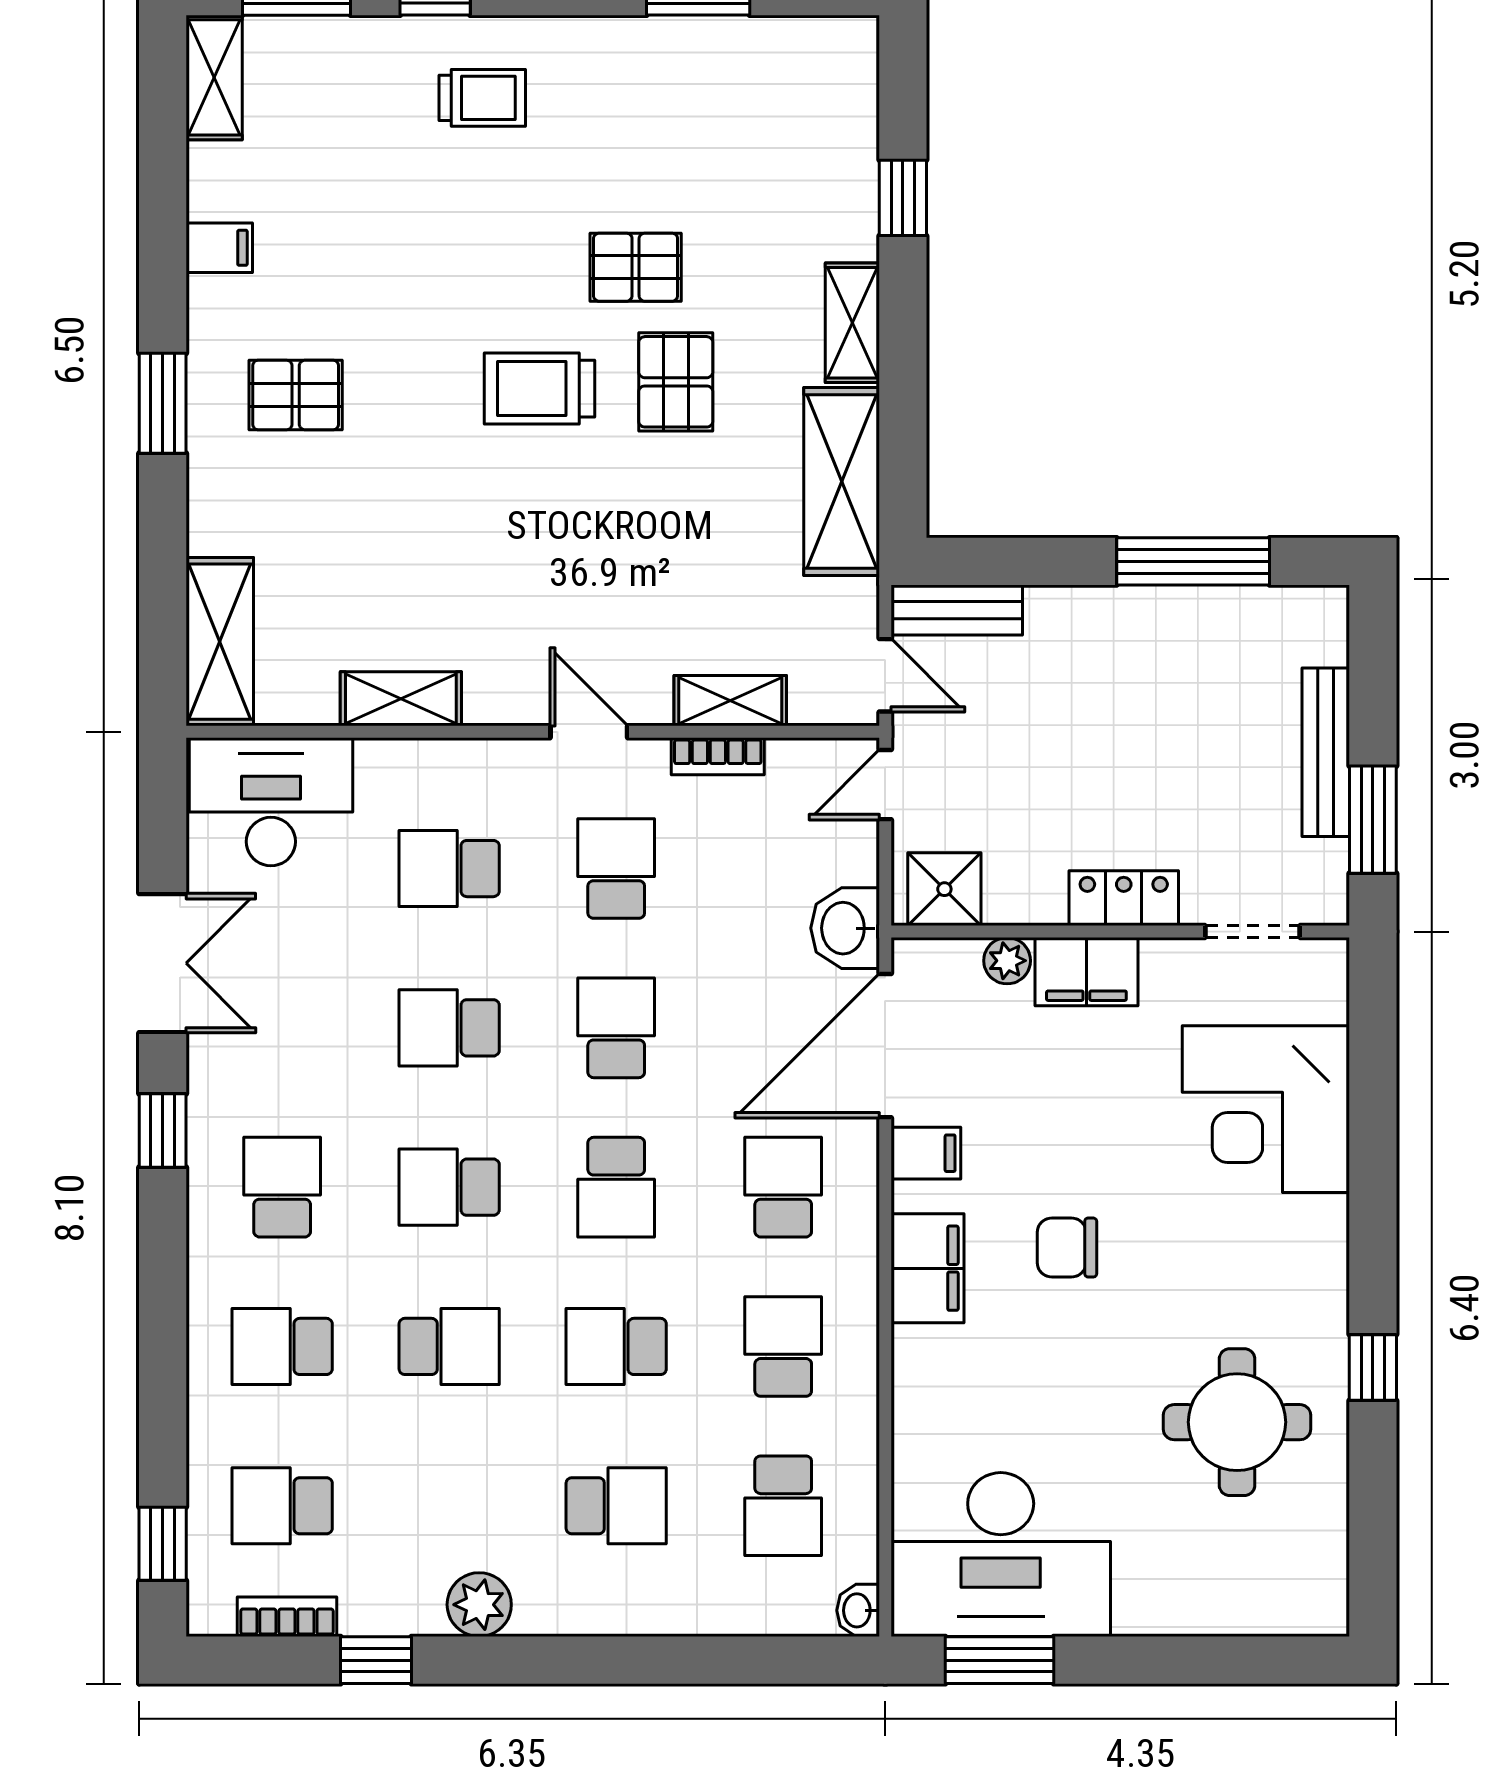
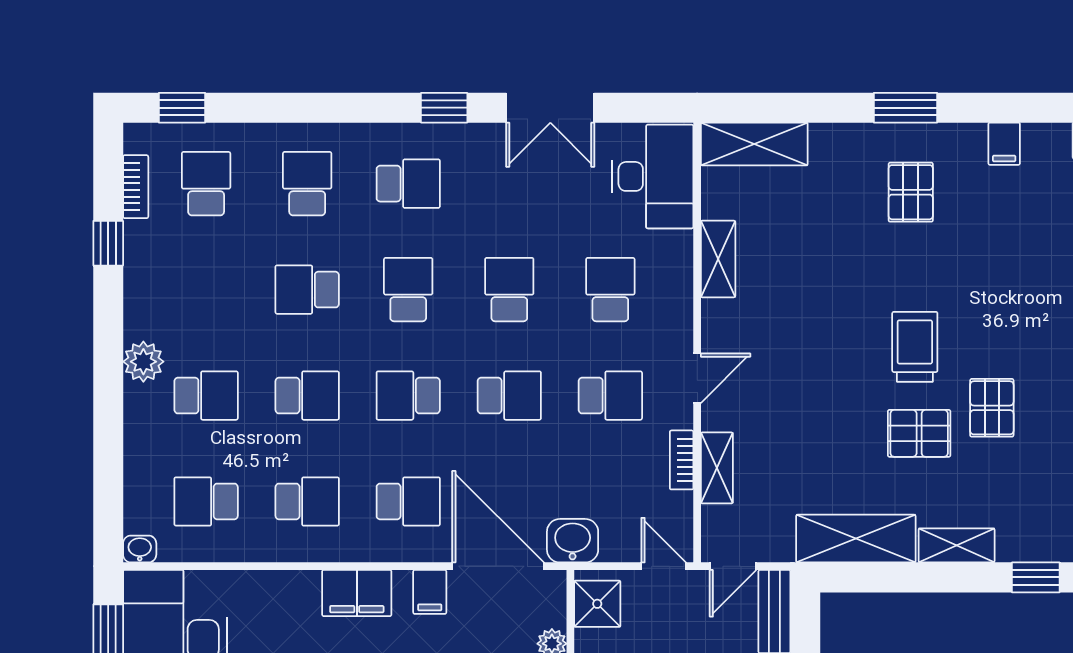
school desk: (449, 1346) -> (307, 290), turned 90
school desk: (616, 1346) -> (307, 396), turned 90
school desk: (616, 1506) -> (206, 396), turned -90
plant: (479, 1605) -> (143, 362), moved

